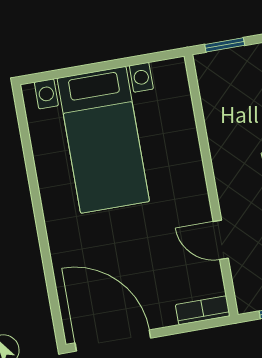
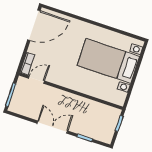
door: (221, 240) -> (36, 80), moved

